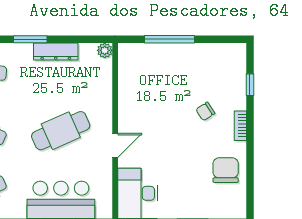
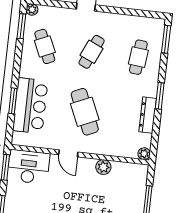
plant: (127, 100) -> (103, 167), added

